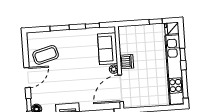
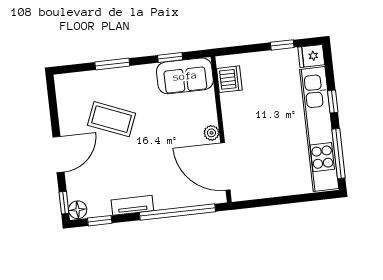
sofa: (108, 49) -> (185, 76), moved, turned -90
coffee table: (46, 55) -> (112, 119), moved, turned 37
dishwasher: (127, 62) -> (229, 79), moved
door: (121, 88) -> (225, 166), hinge flipped

